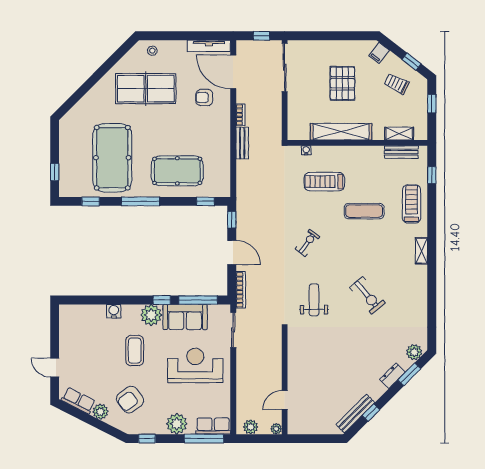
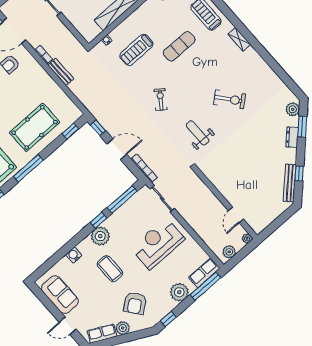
sofa: (185, 317) -> (60, 295), moved, turned -90

